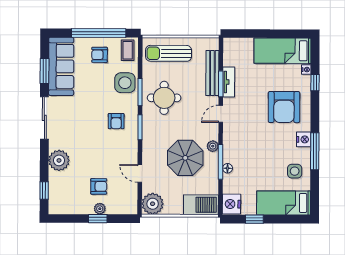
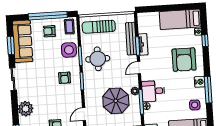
sliding door: (44, 118) -> (13, 79), width x0.73
desk: (238, 148) -> (153, 91), added
door: (140, 173) -> (84, 114), hinge flipped

